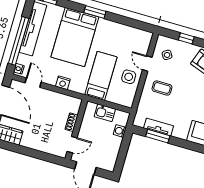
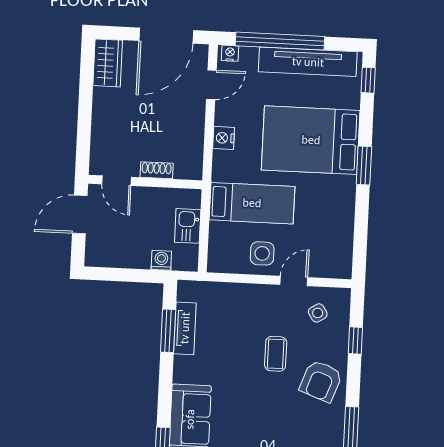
coffee table: (162, 88) -> (276, 354), moved

